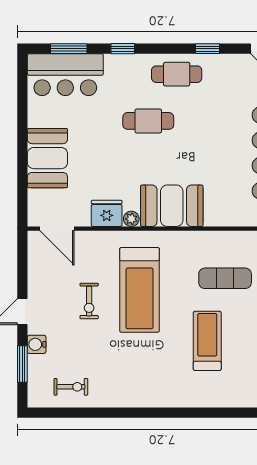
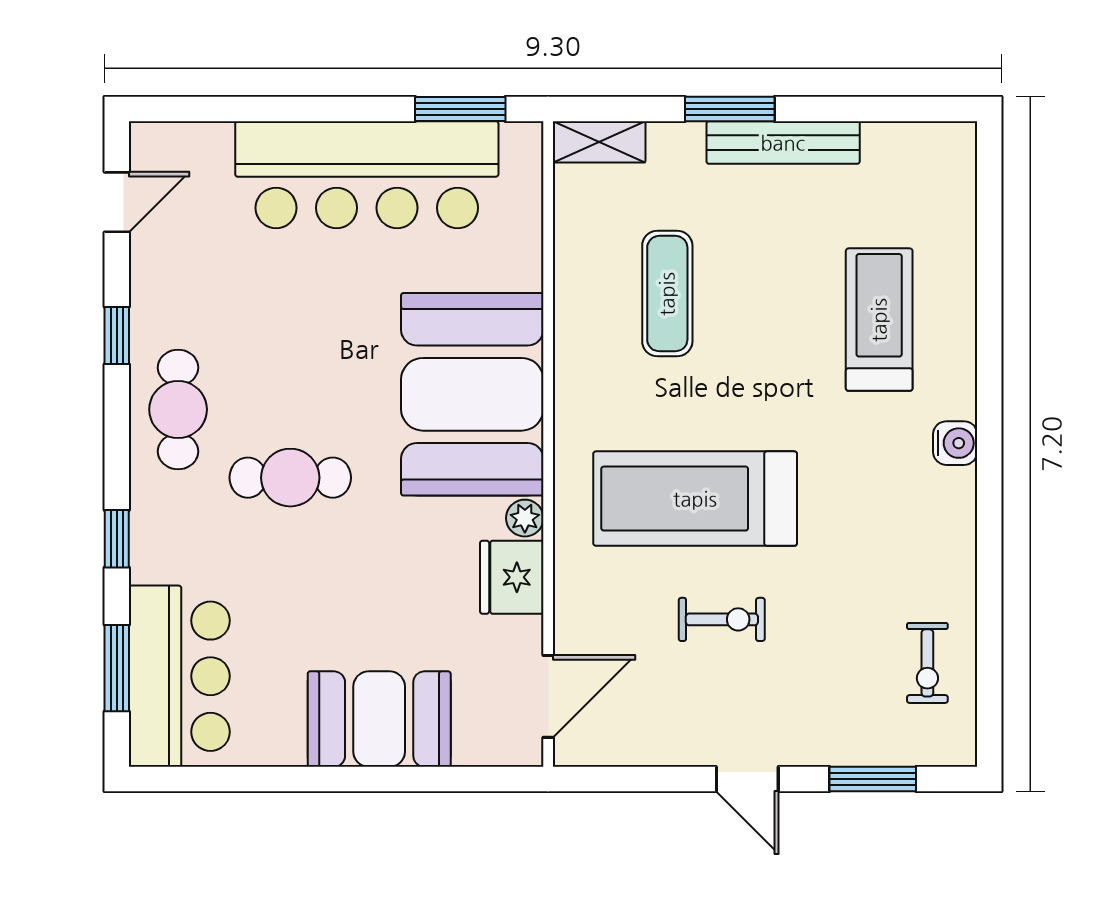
cafe table: (148, 121) -> (290, 478), turned 90
booth: (172, 206) -> (472, 394), width x1.36, depth x1.42
treadmill: (139, 290) -> (695, 499), turned 180
treadmill: (207, 341) -> (879, 320), moved, turned 90
water cooler: (37, 344) -> (955, 443), moved, turned -90
exercise bike: (71, 387) -> (927, 663), turned 180

